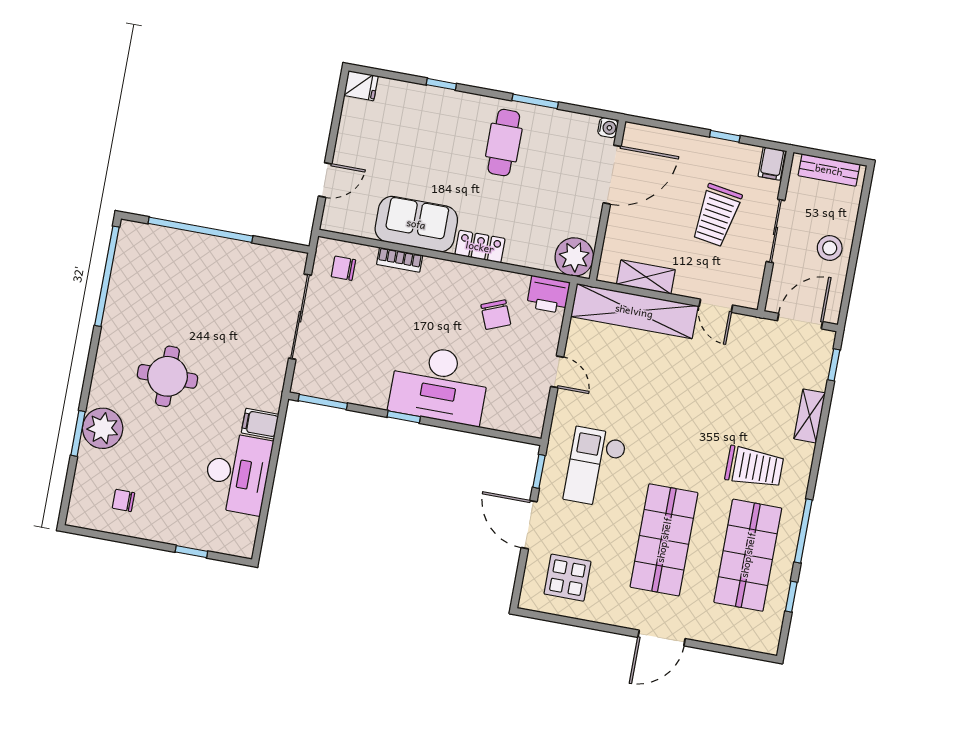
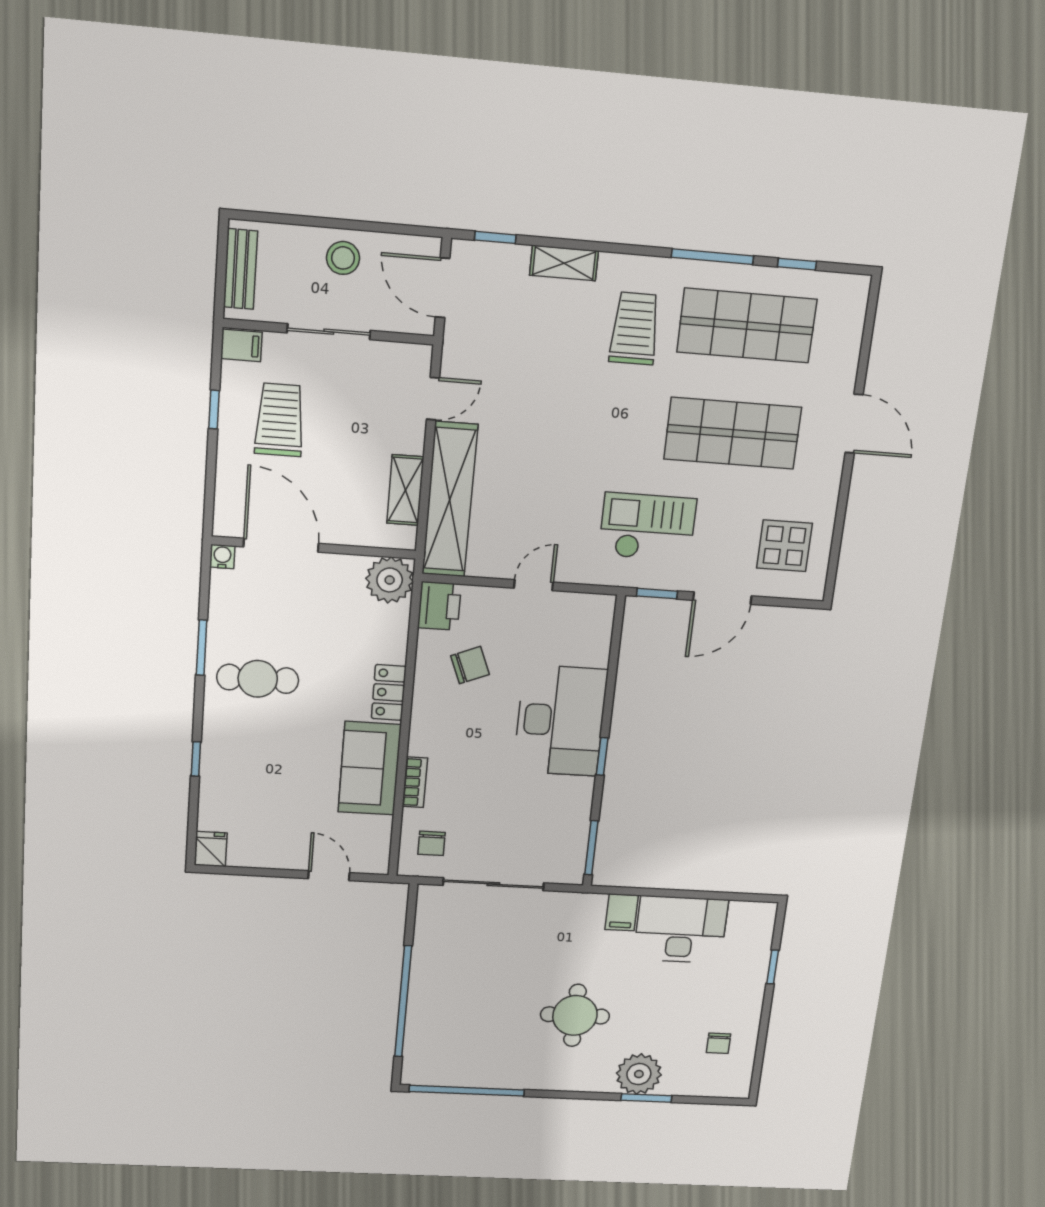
trolley: (717, 215) -> (280, 420), moved, turned -99
checkout: (595, 467) -> (648, 527), turned 180

